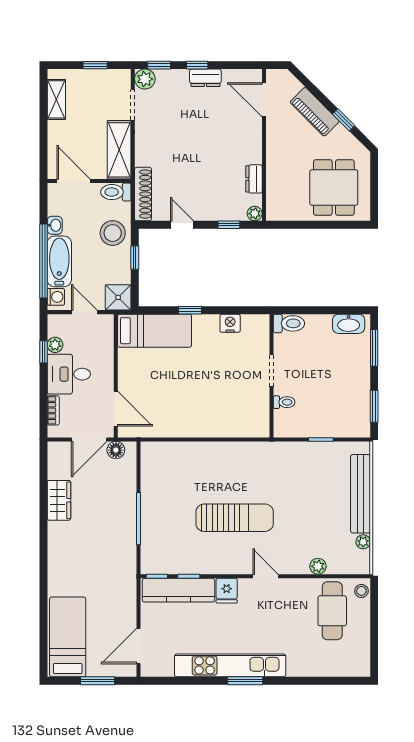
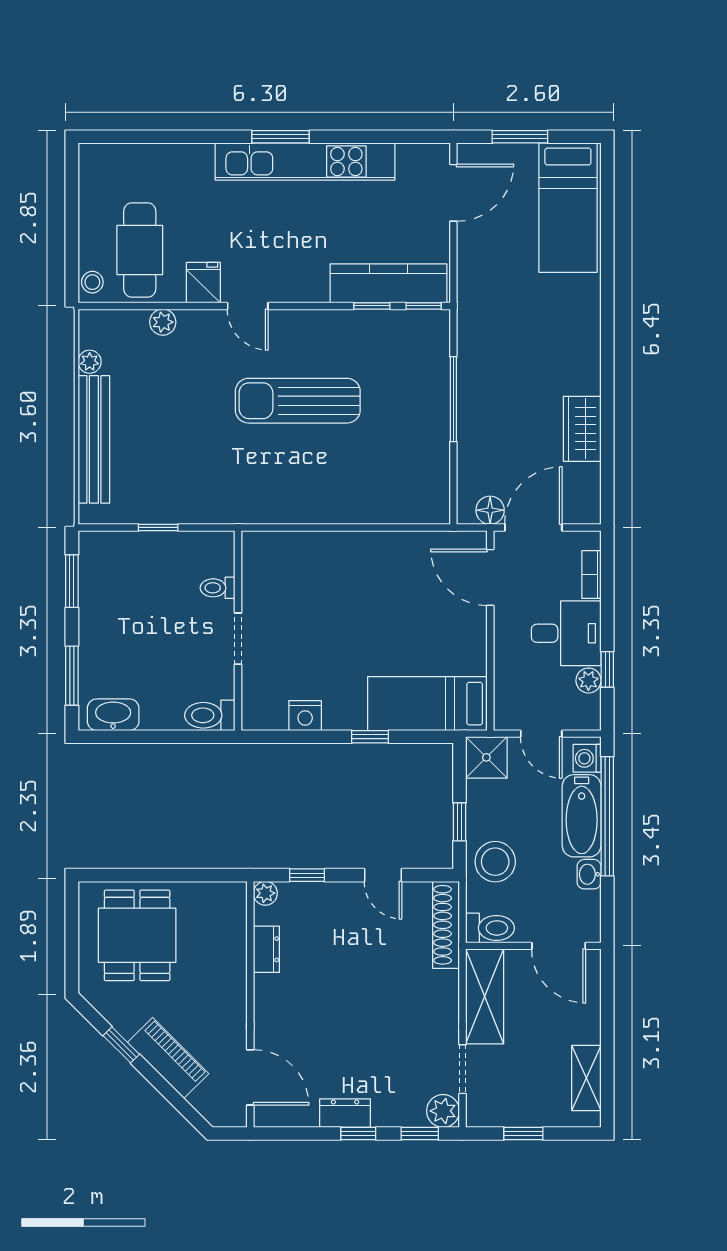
fridge: (227, 591) -> (203, 283), moved

